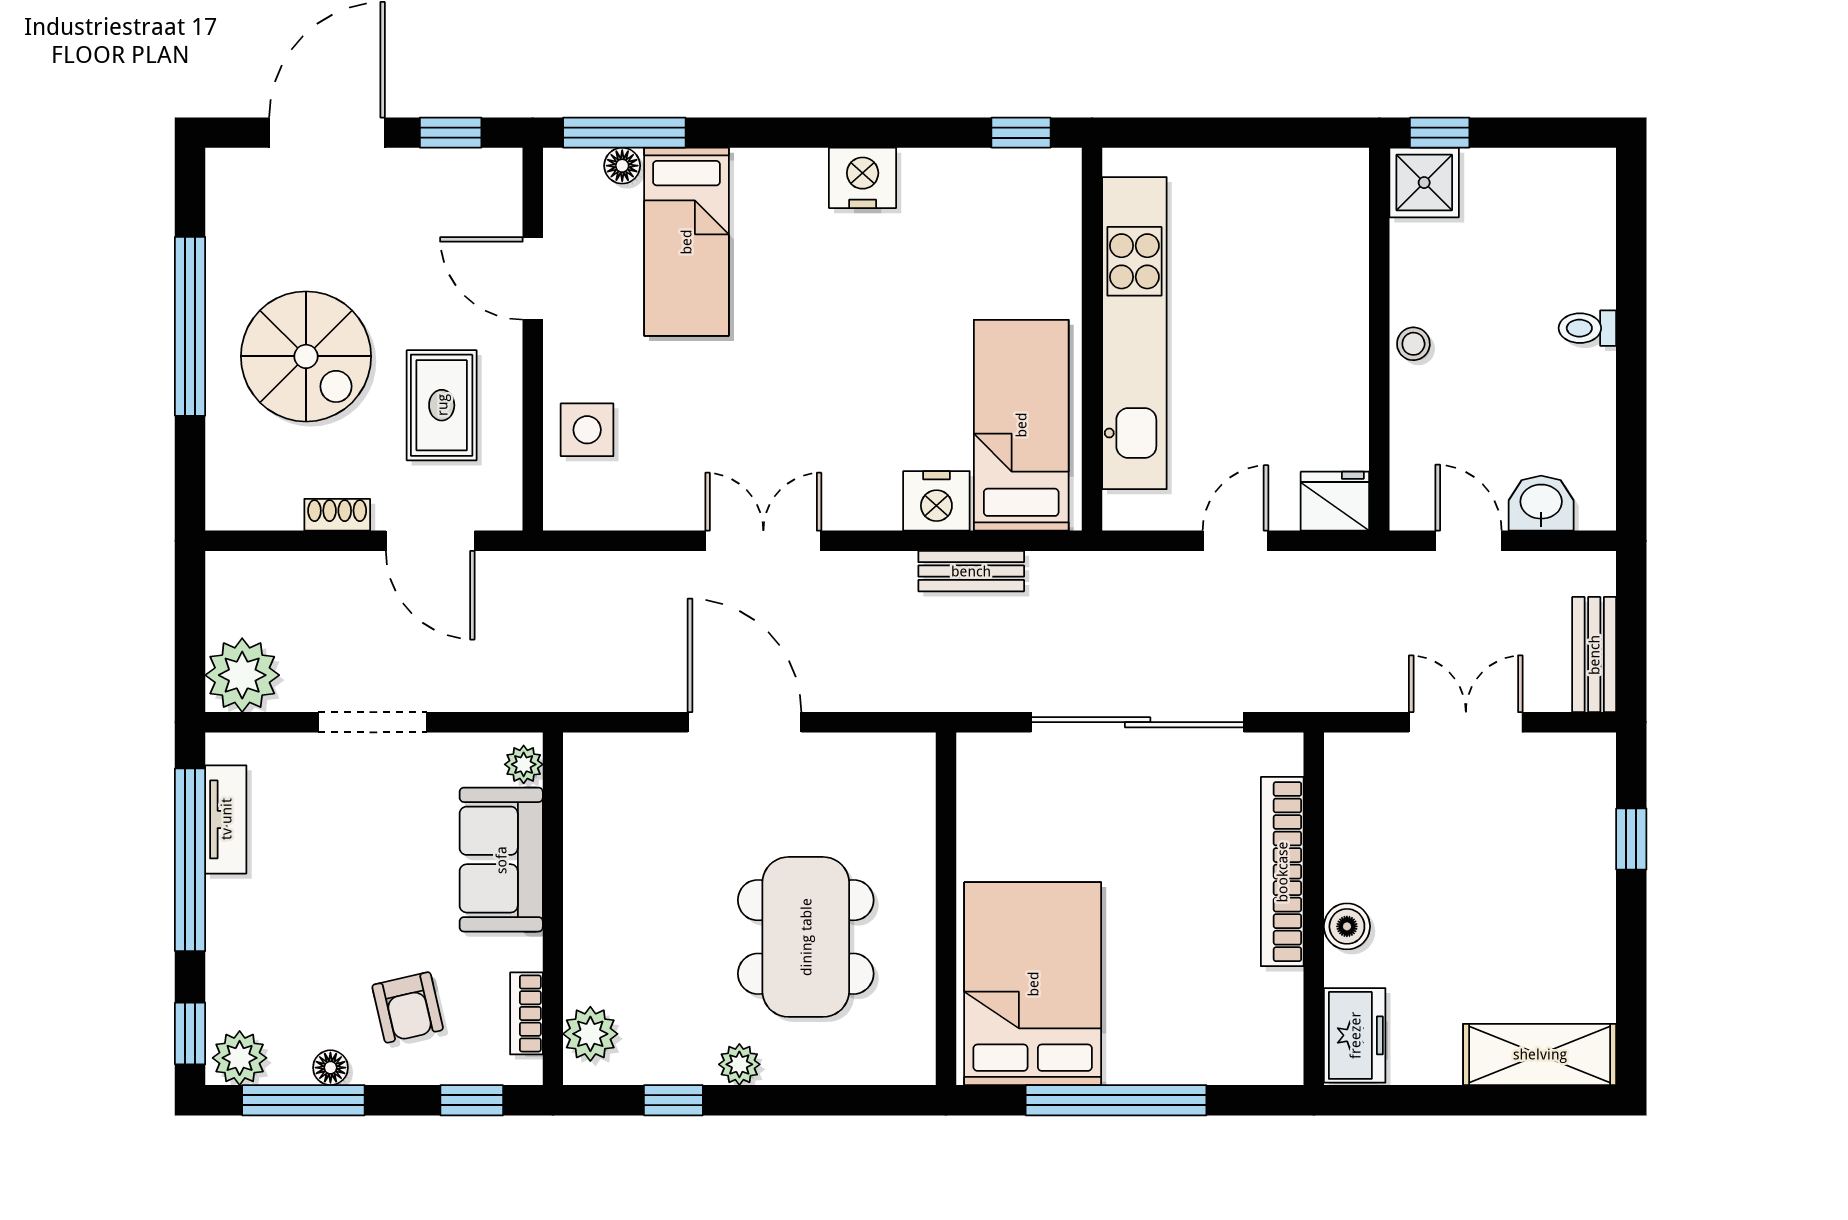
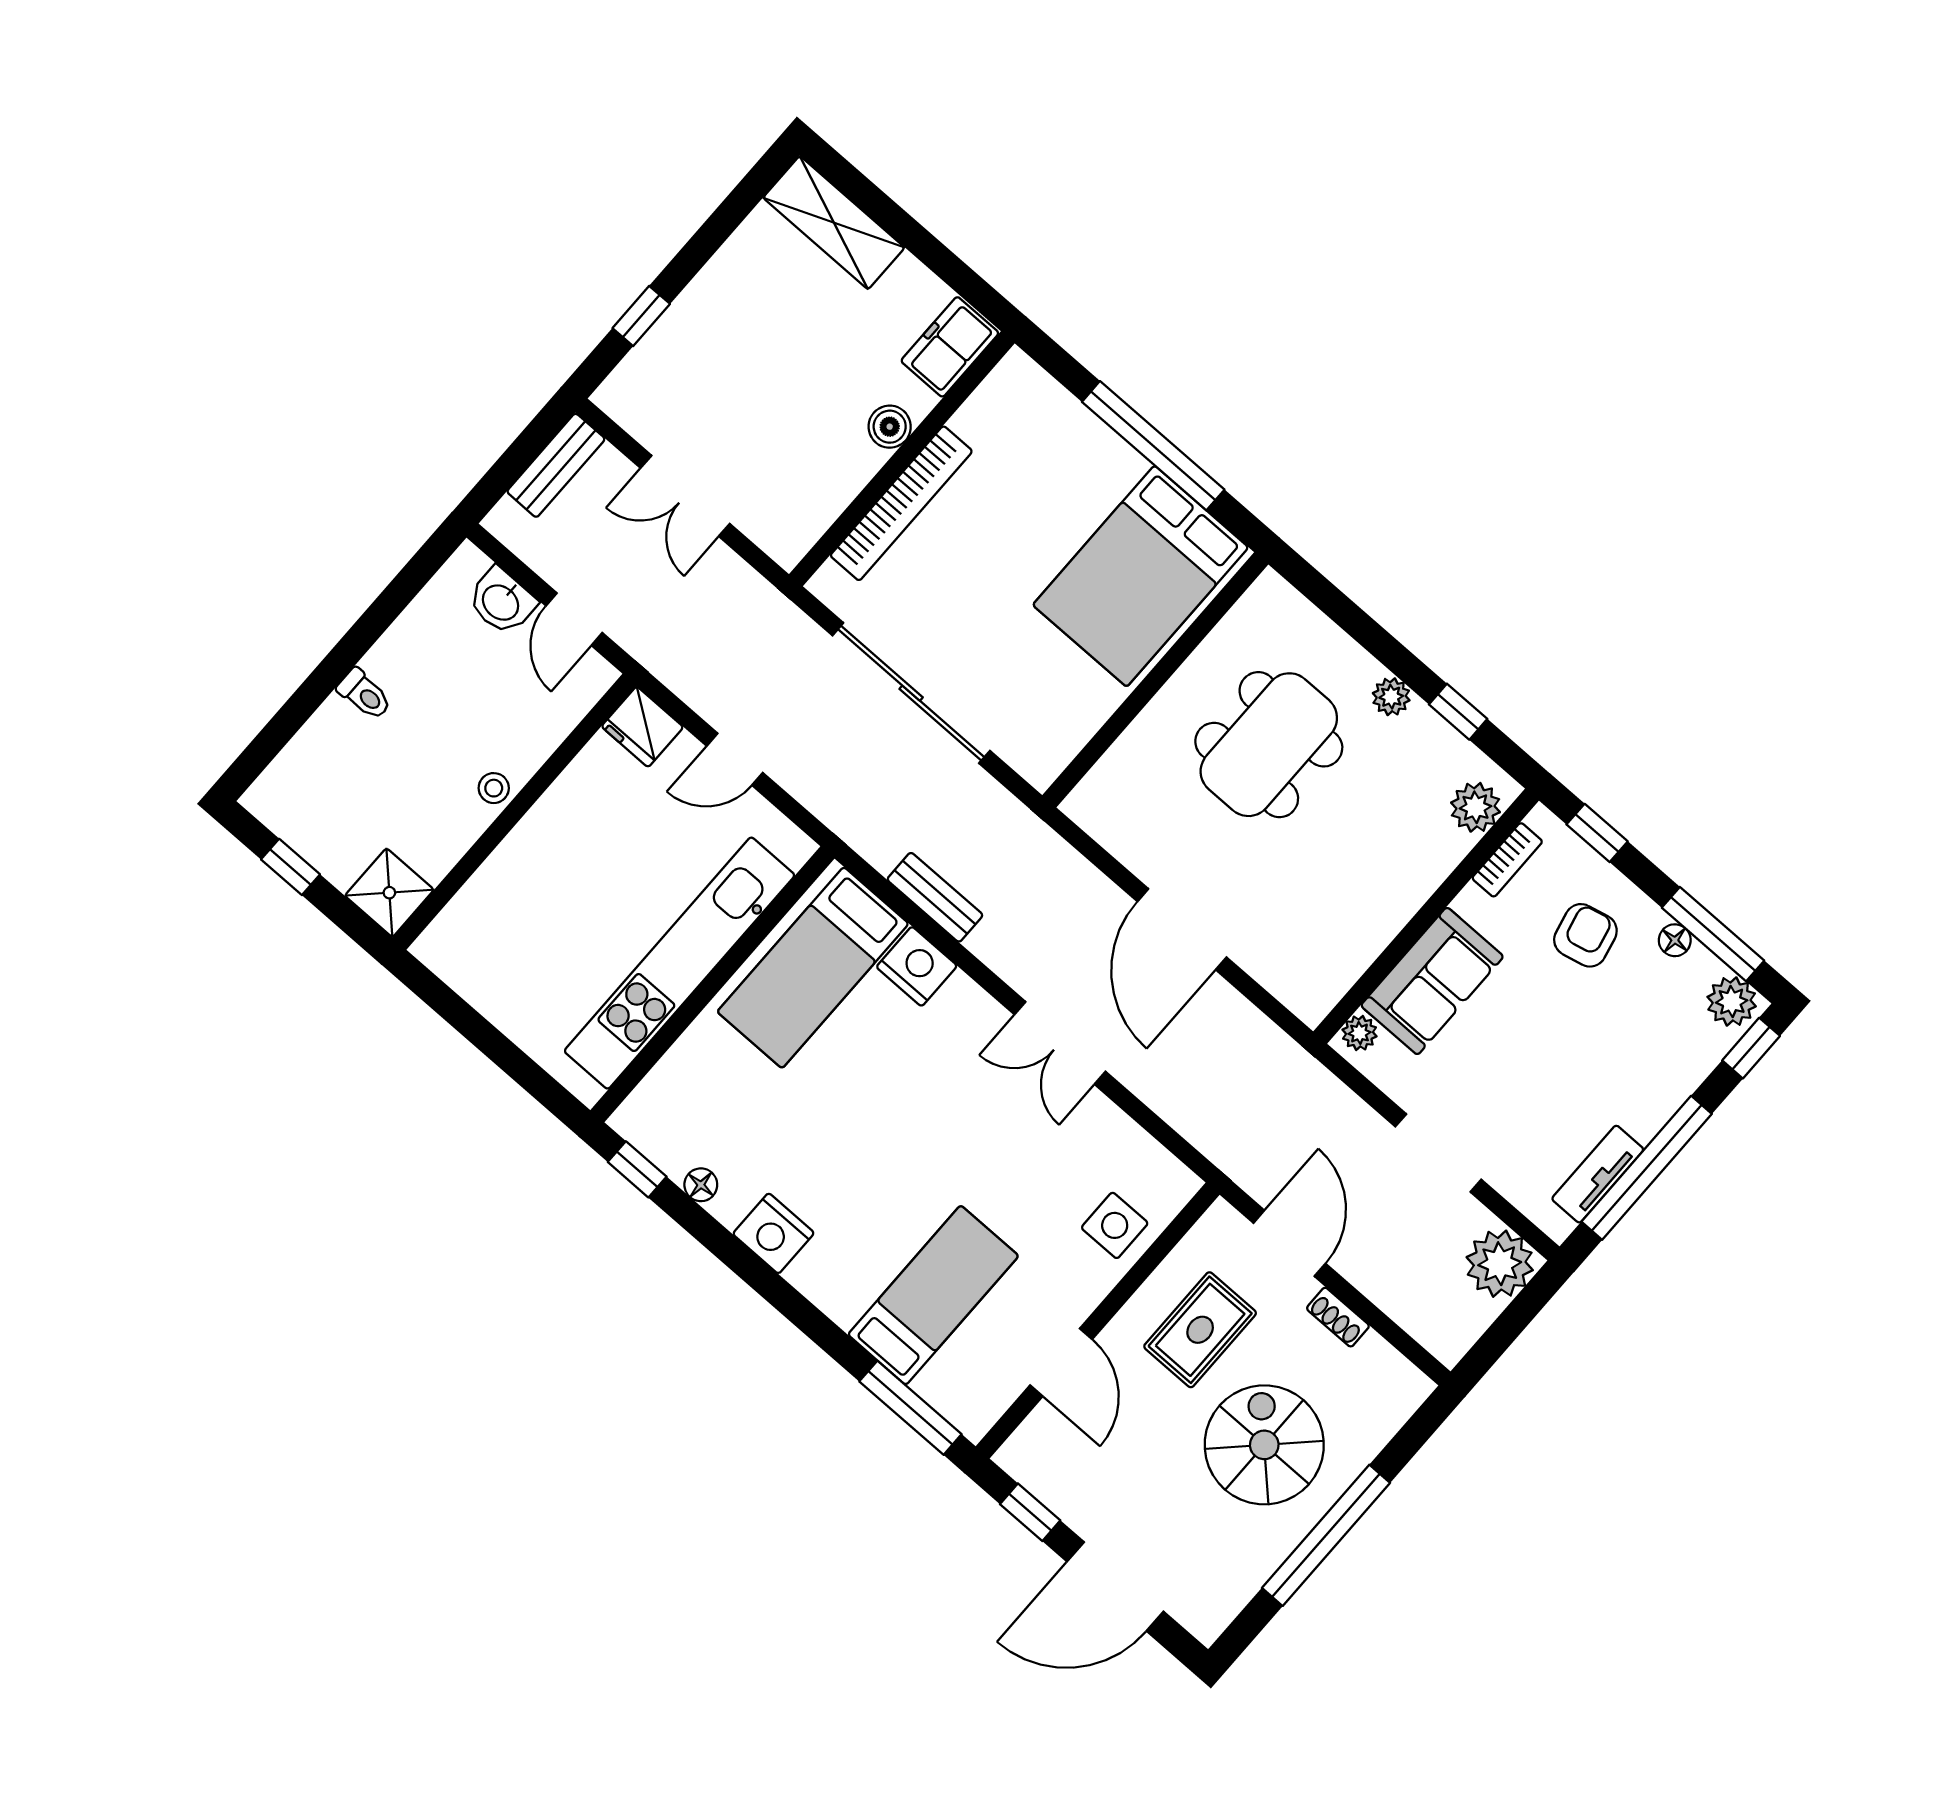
window: (1440, 133) -> (290, 867), moved
floor lamp: (622, 166) -> (701, 1185), moved

